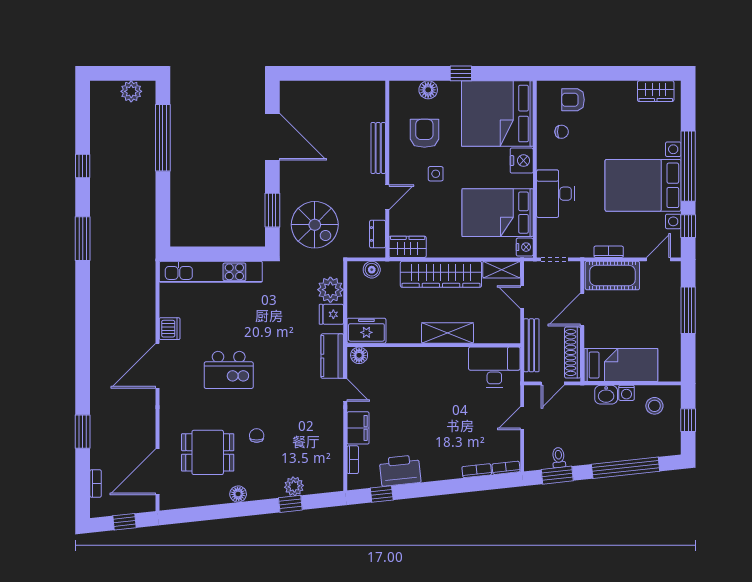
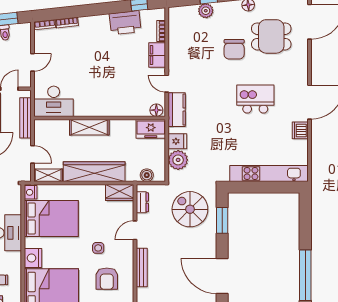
chair: (257, 436) -> (234, 49), width x1.87, depth x1.87

